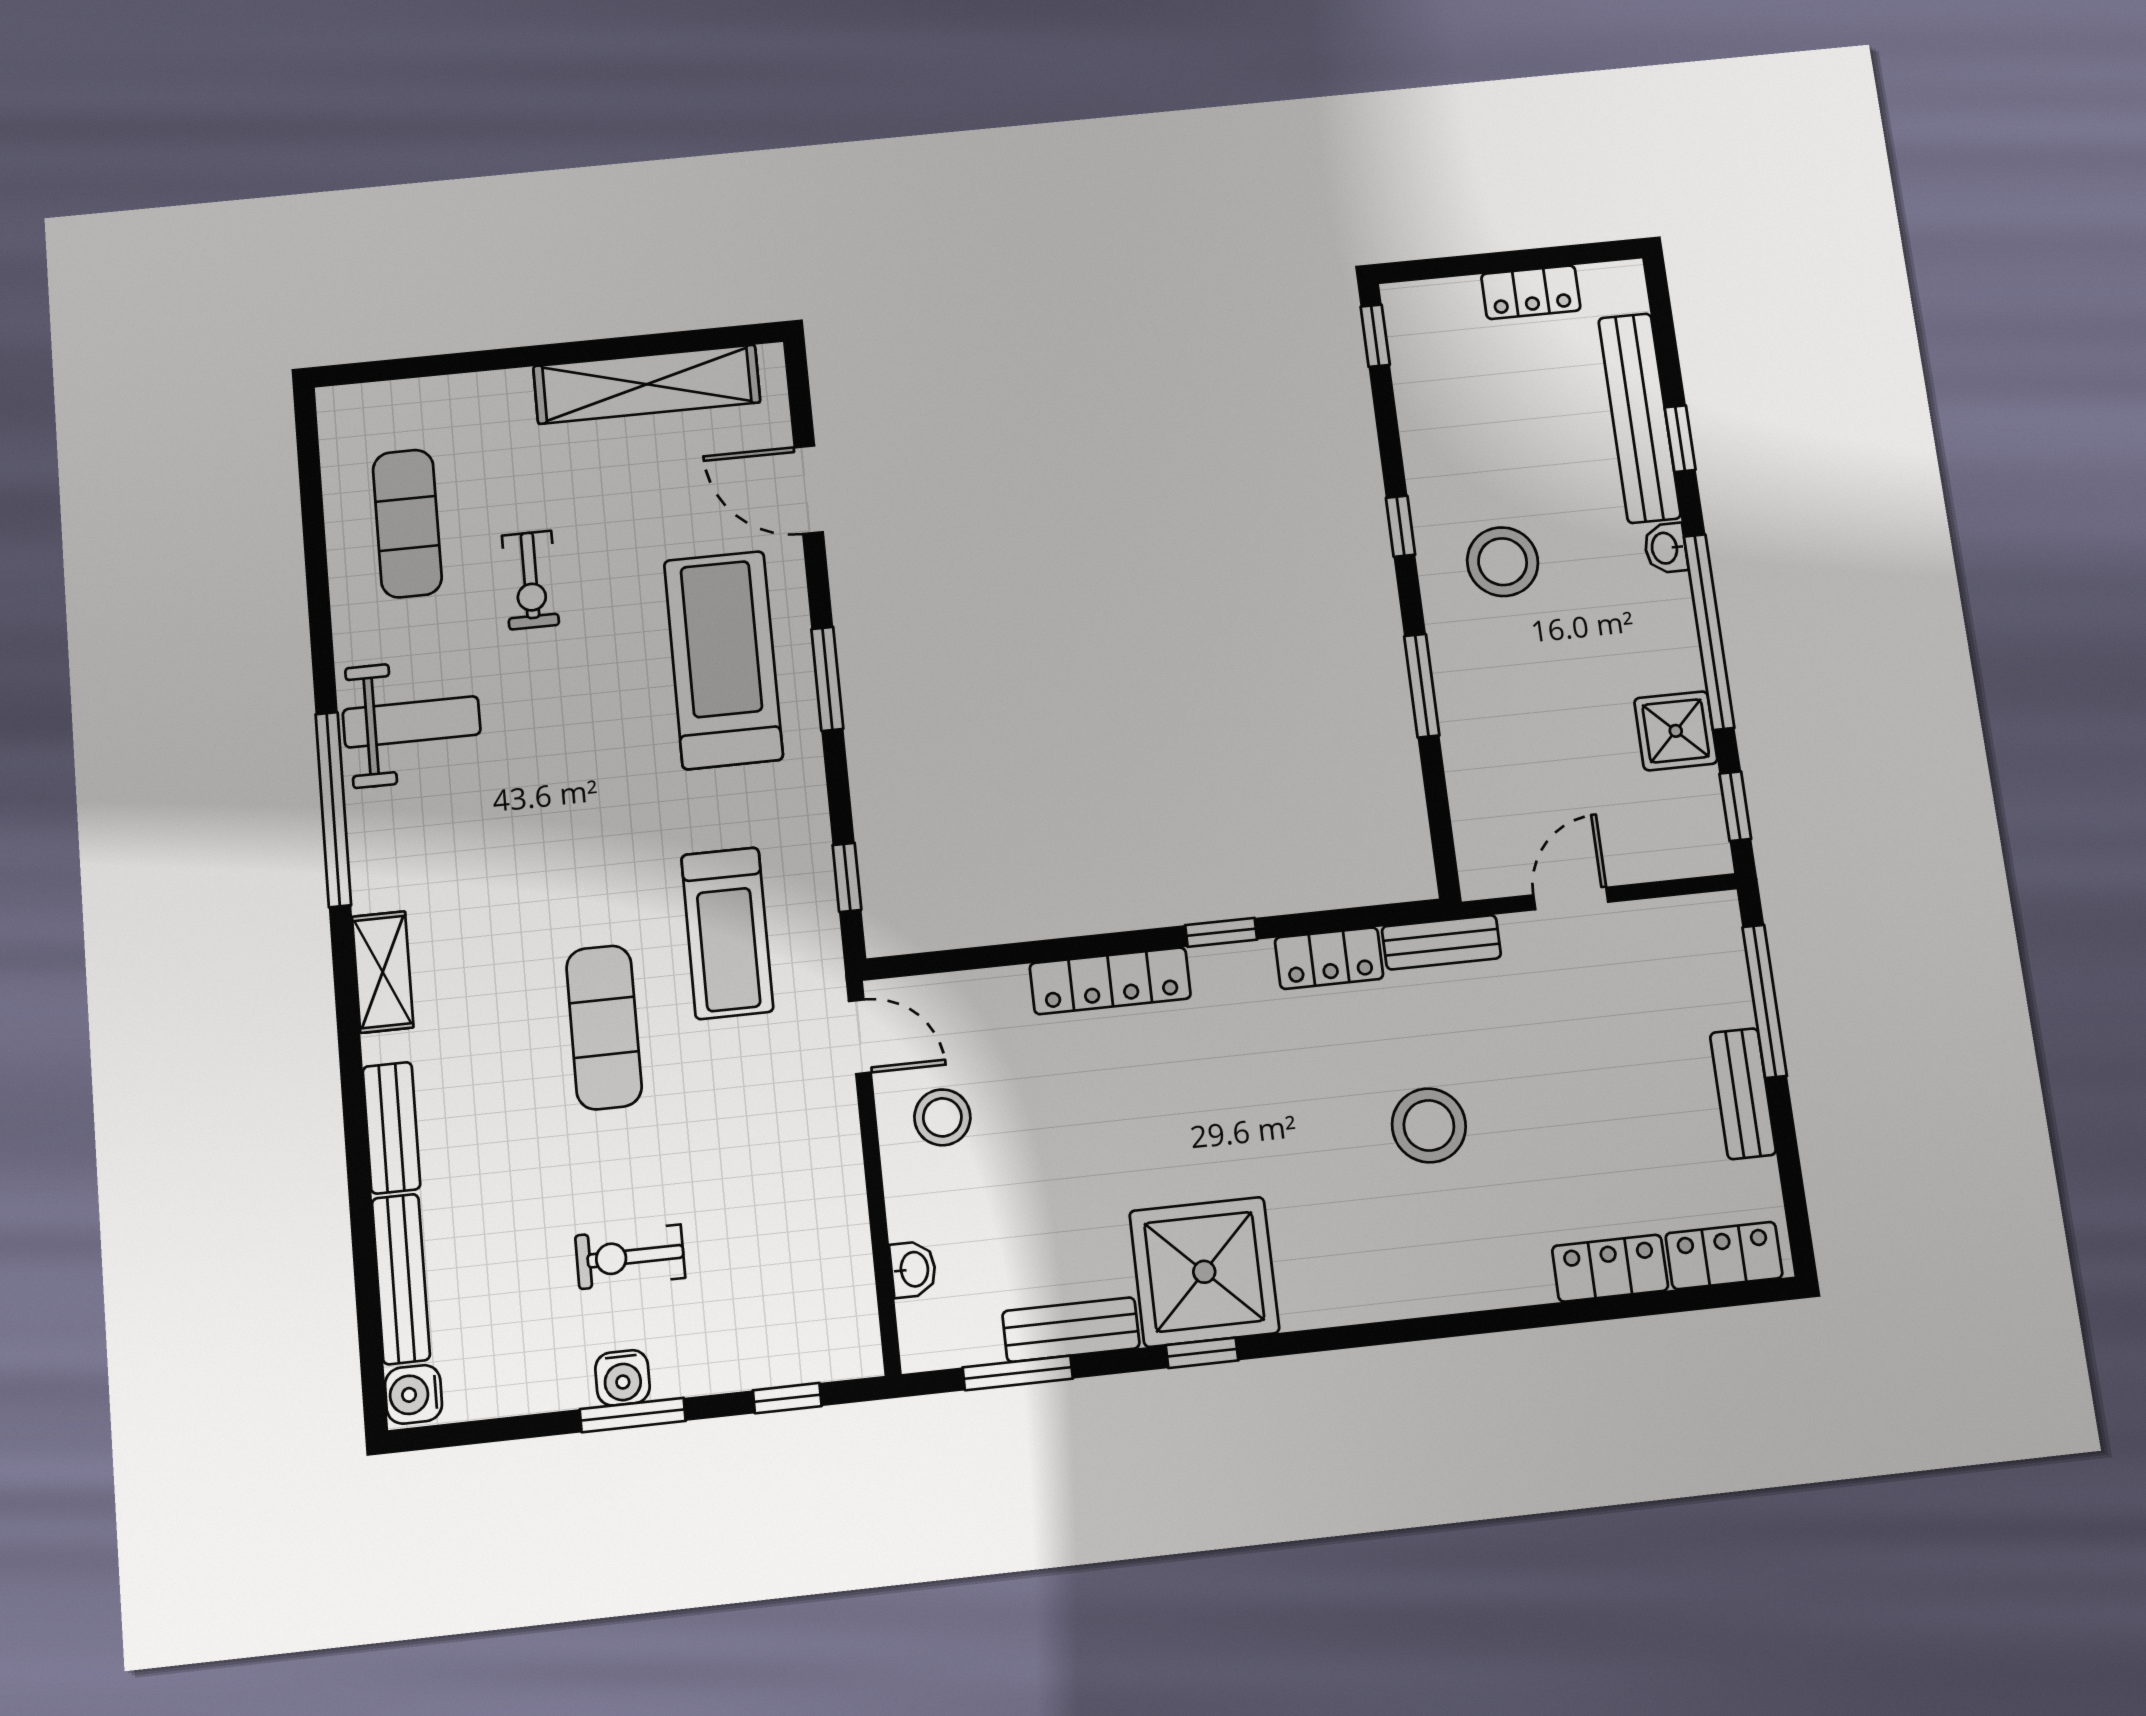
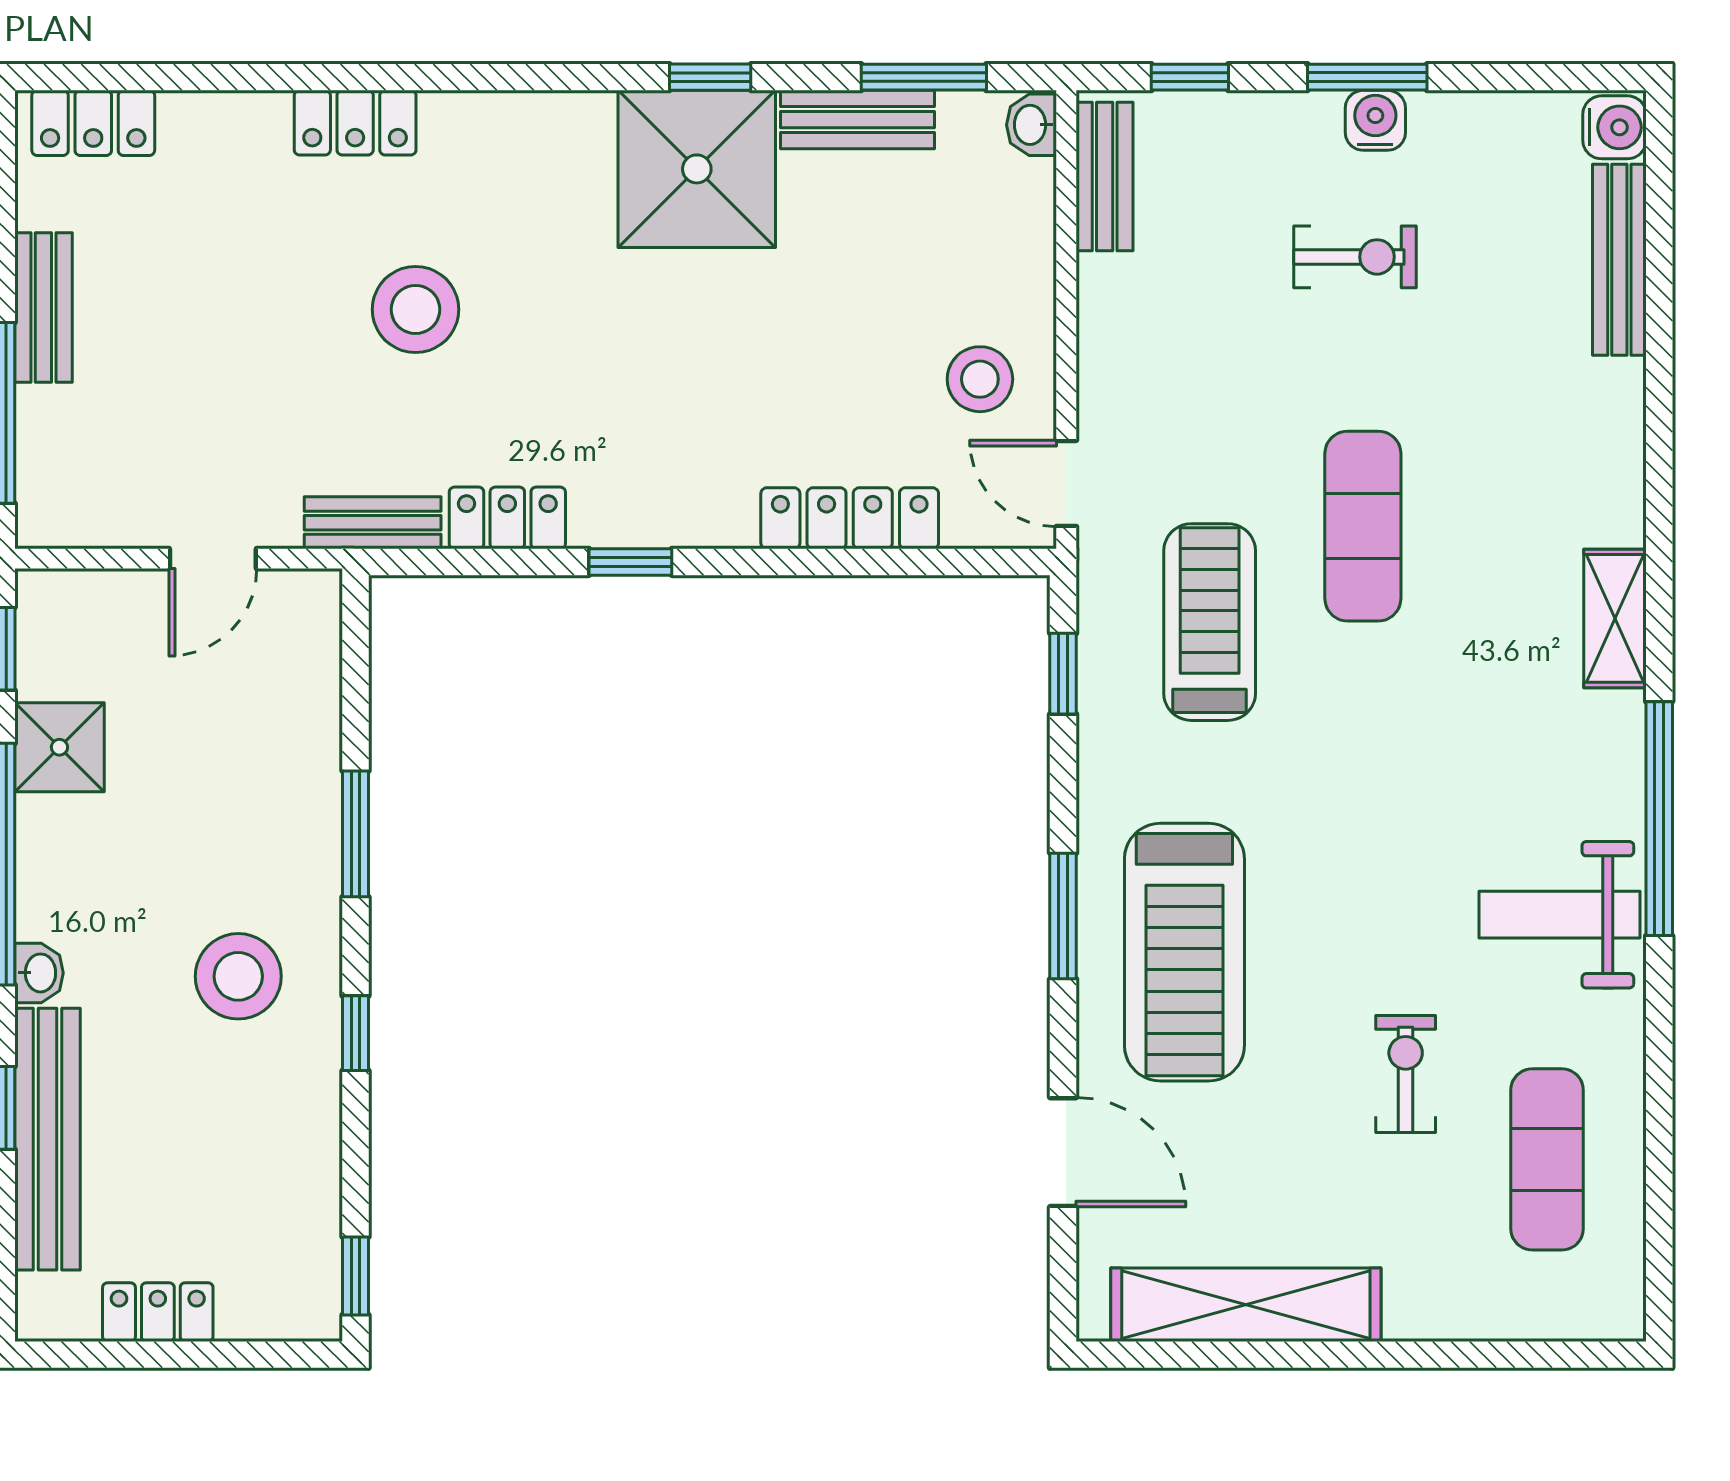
locker: (1110, 981) -> (850, 518), moved
bench: (391, 1128) -> (1105, 177), moved
locker: (1610, 1268) -> (355, 123), moved
washbasin: (913, 1269) -> (1032, 125), moved

